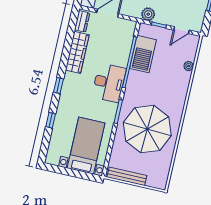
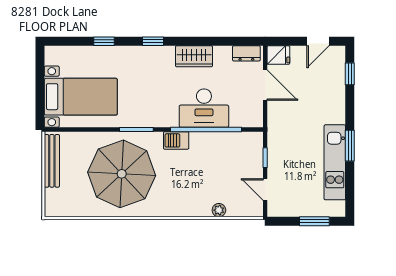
plant: (148, 14) -> (276, 140), removed
wardrobe: (77, 52) -> (194, 56), width x0.67
barbecue: (143, 54) -> (176, 140), moved, width x0.53, depth x0.65
desk: (109, 83) -> (204, 108), moved

